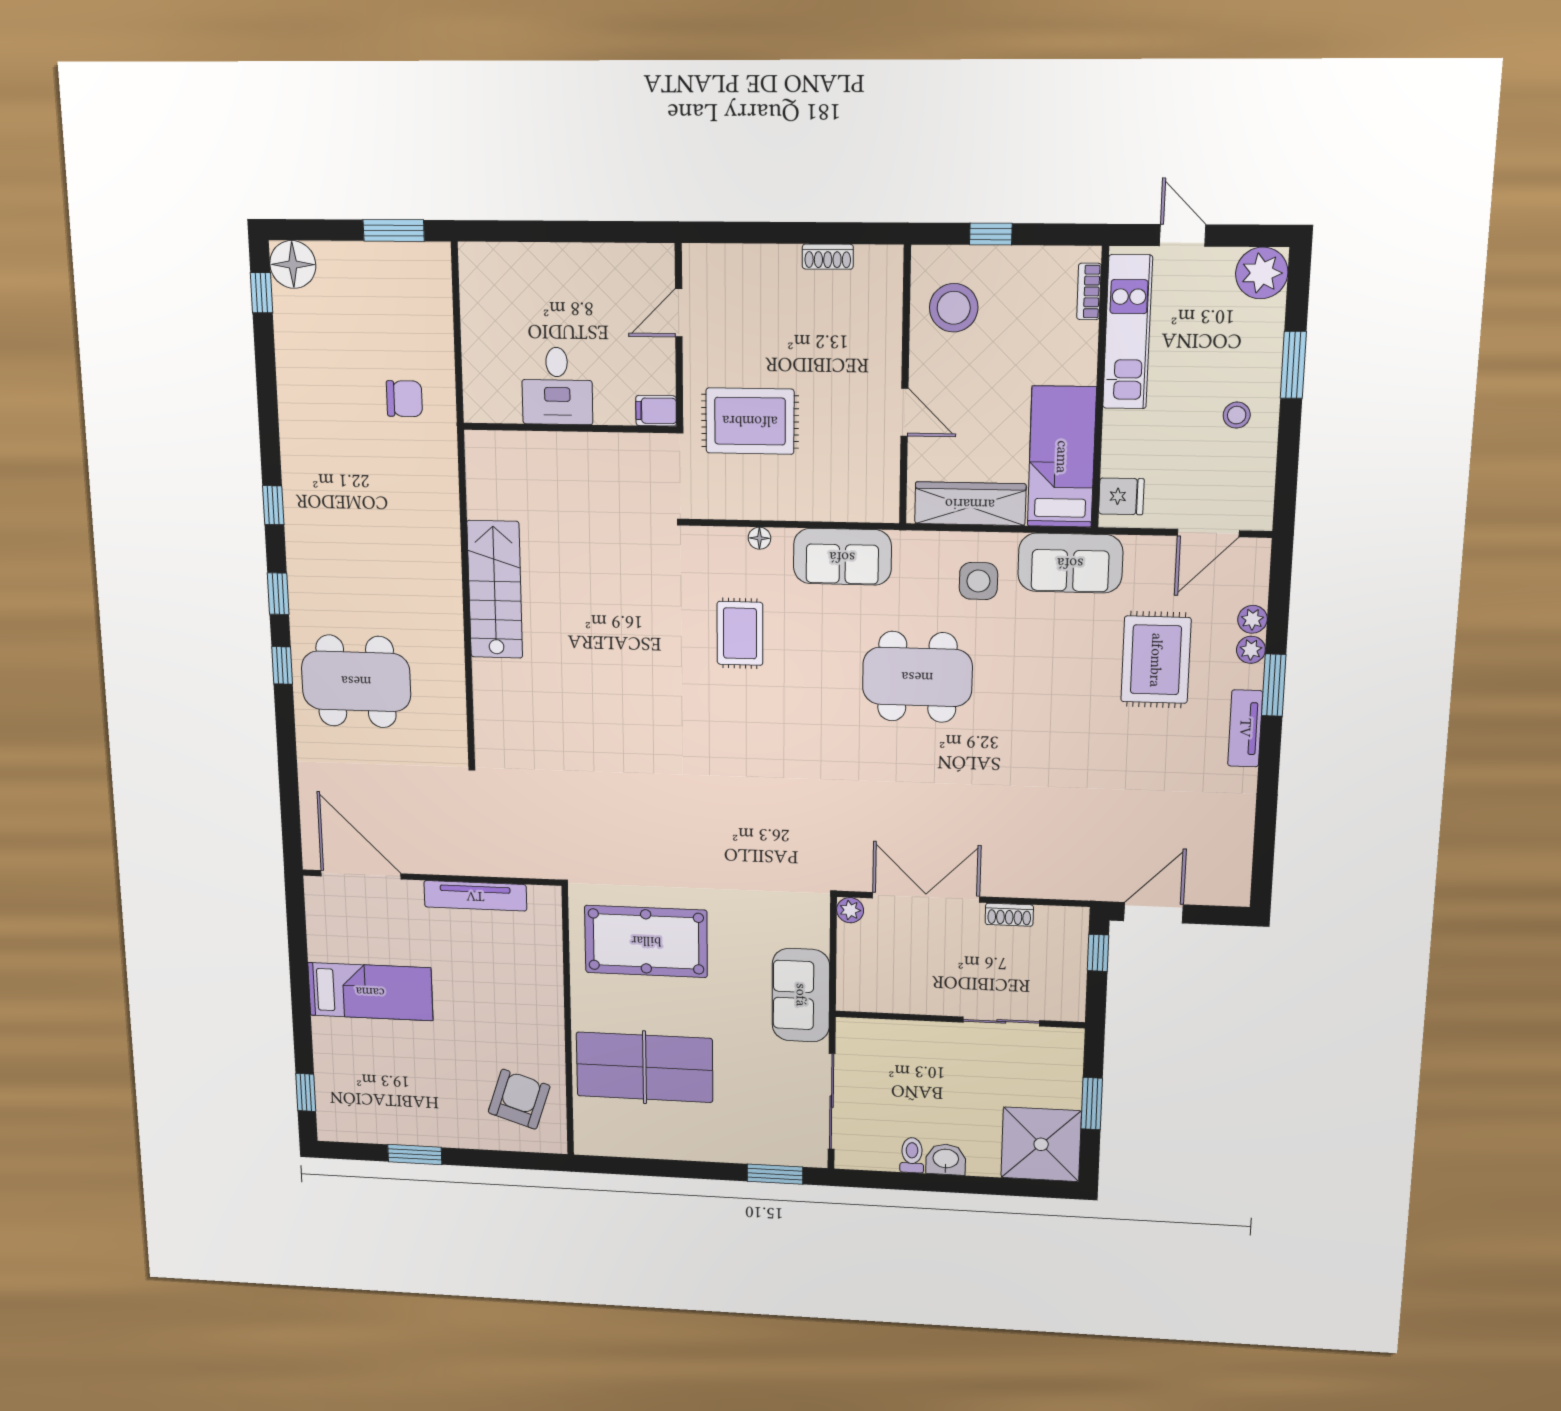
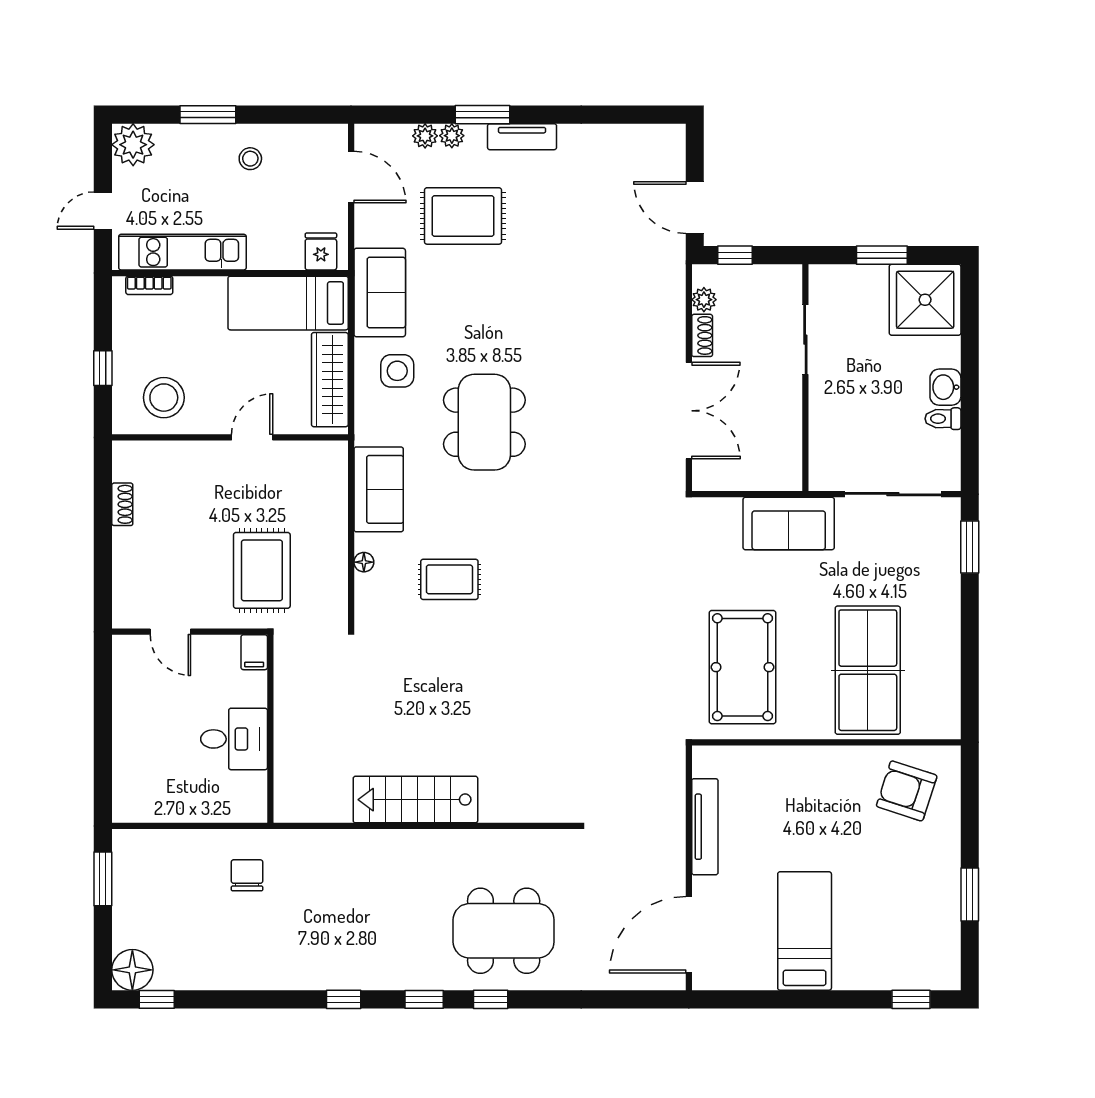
dining table: (356, 681) -> (504, 931), turned 90
double door: (926, 897) -> (689, 411), swing flipped
plant: (850, 910) -> (704, 300), moved

